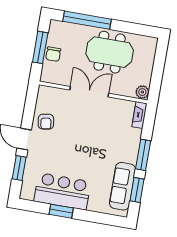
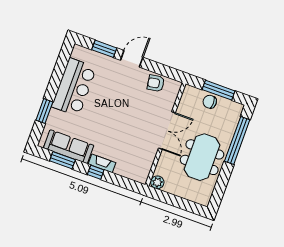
fireplace: (139, 115) -> (102, 163), moved
armchair: (46, 122) -> (156, 83), moved
window: (143, 155) -> (96, 172), width x0.46
window: (61, 211) -> (44, 111), moved

